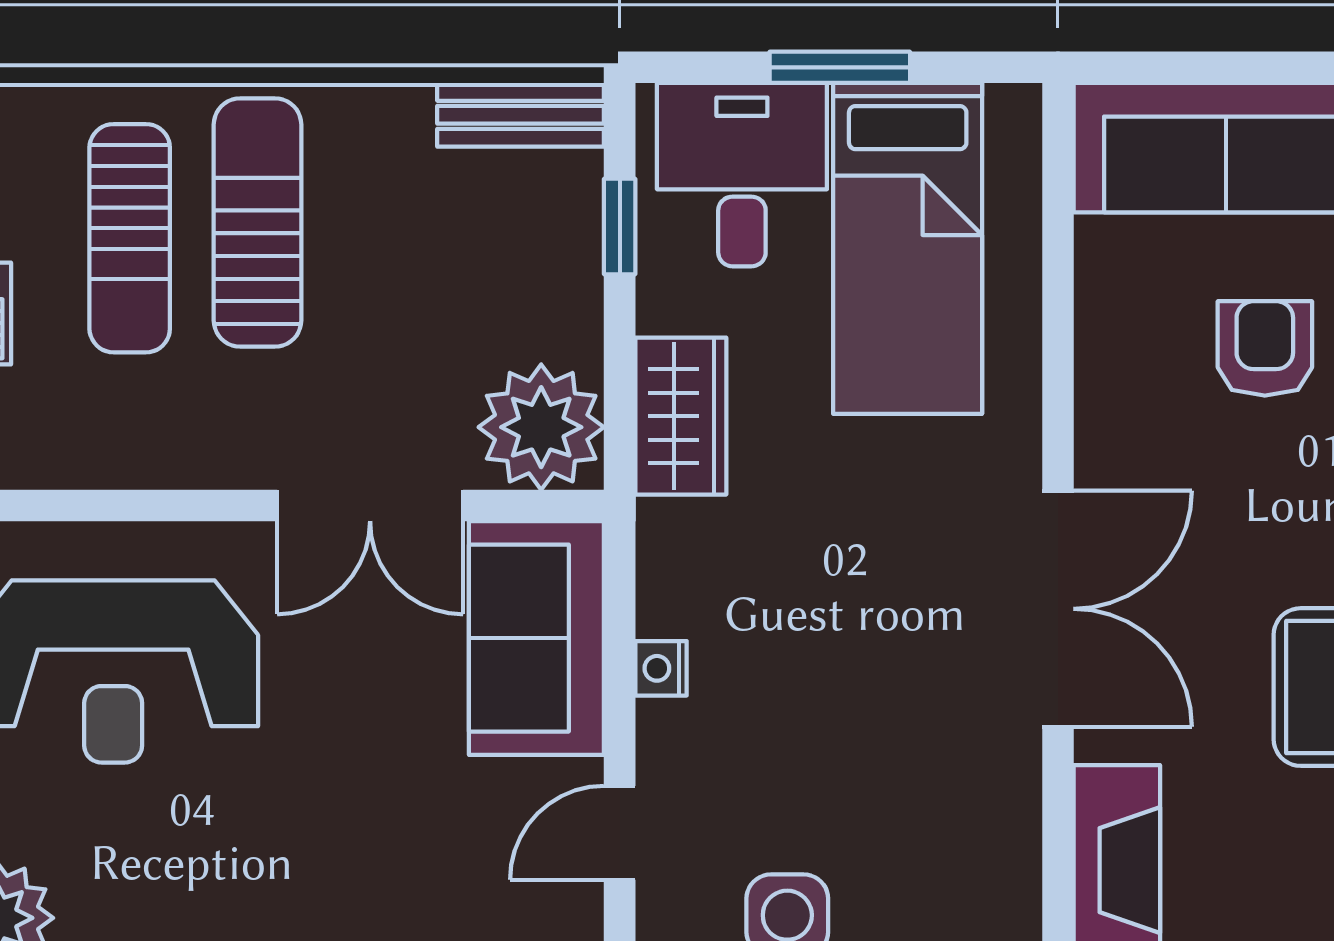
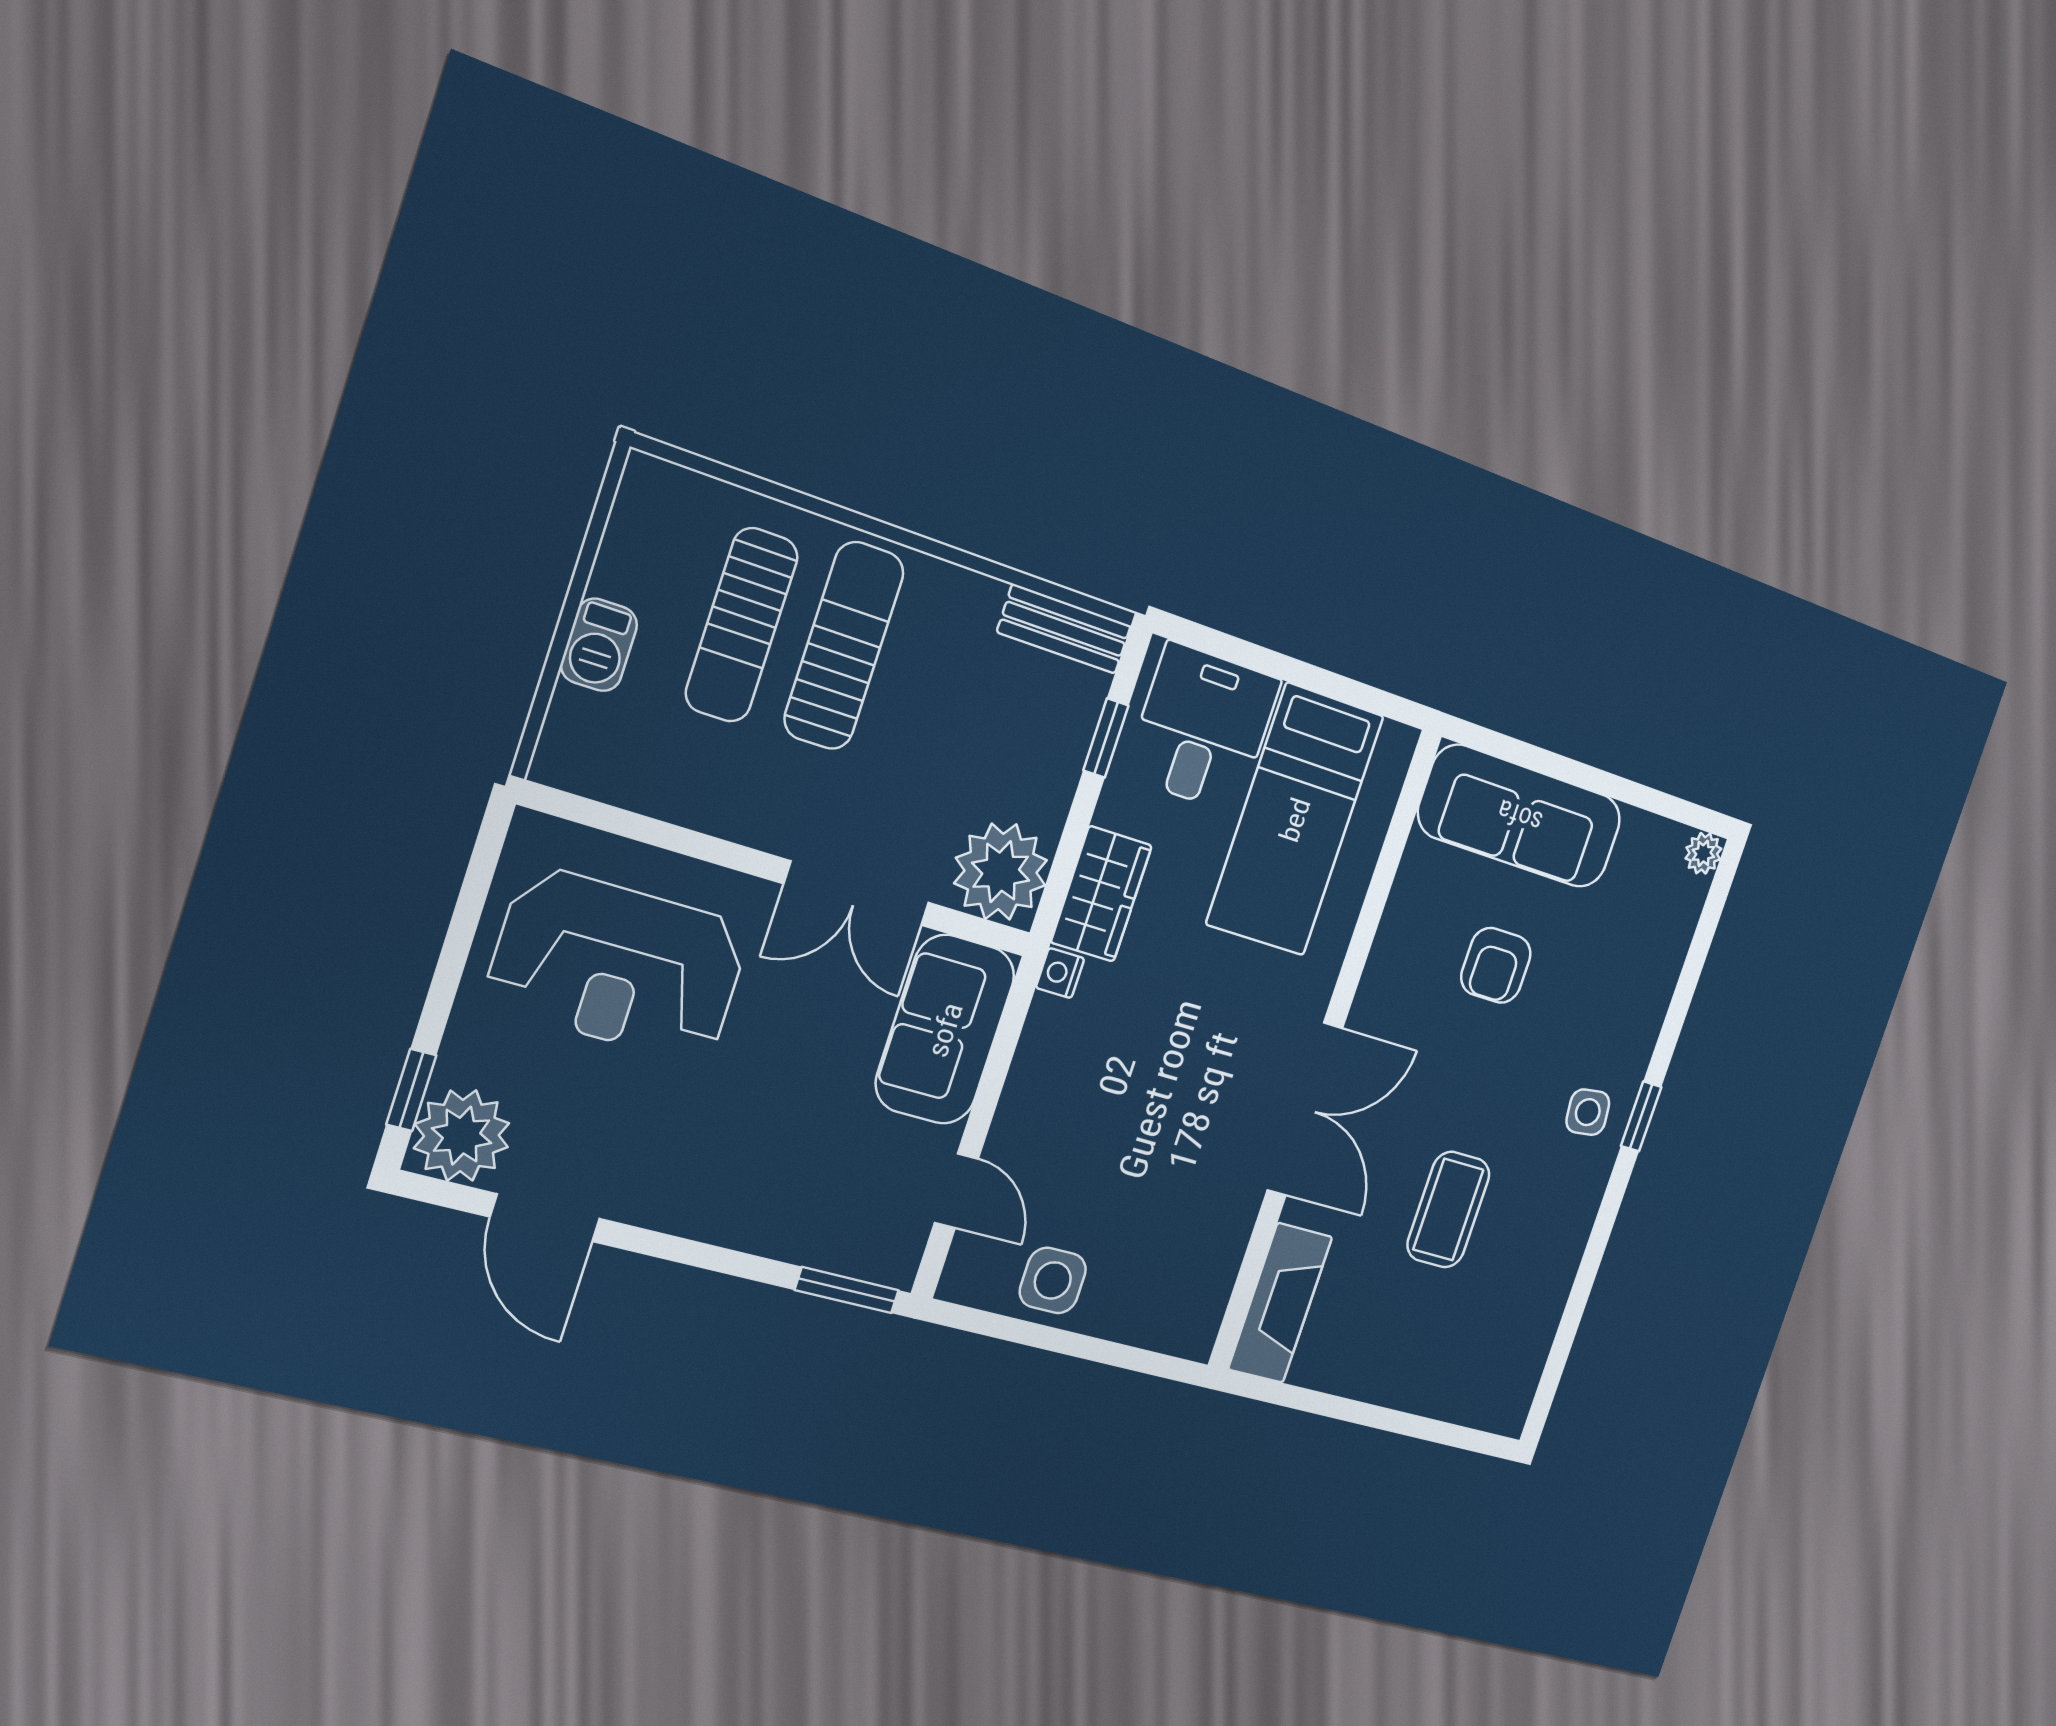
window: (840, 67) -> (1295, 671), removed
armchair: (1265, 348) -> (1496, 965), turned 180
nightstand: (661, 668) -> (1060, 973), moved
door: (620, 833) -> (956, 1191), swing flipped

